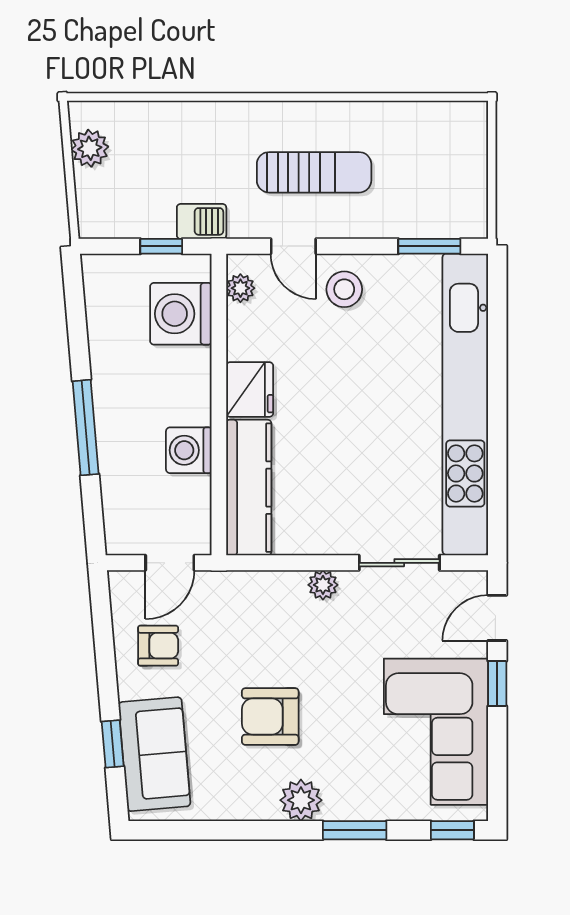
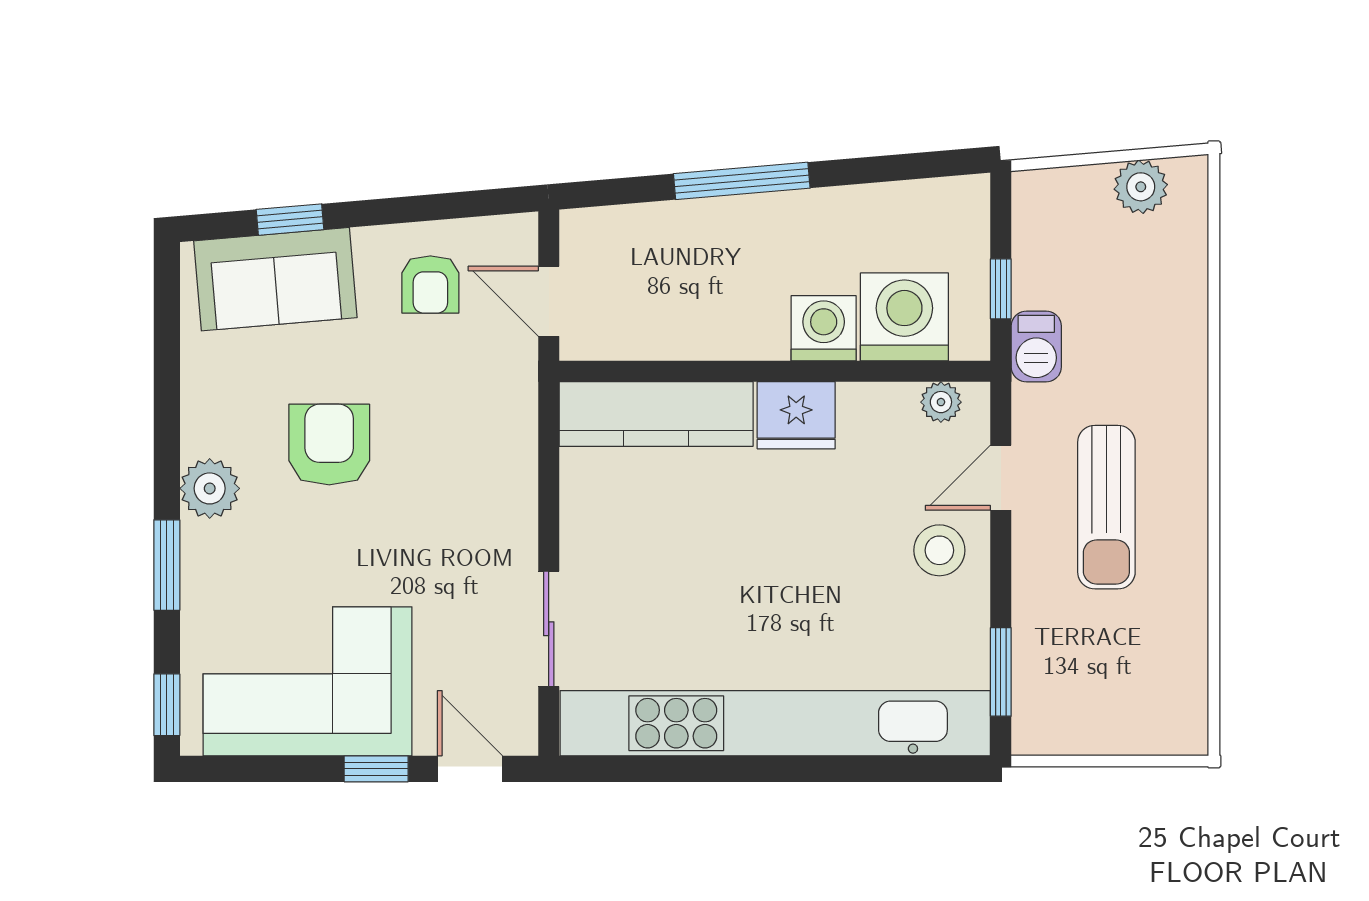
washing machine: (189, 450) -> (824, 328), moved
plant: (323, 585) -> (517, 520), removed

